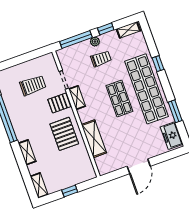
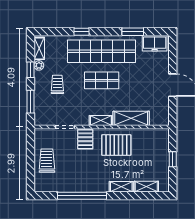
window: (76, 40) -> (30, 102), width x0.69
plant: (95, 42) -> (39, 65), moved
trolley: (33, 85) -> (47, 161), moved
shelving: (77, 98) -> (101, 120), moved
shelving: (39, 185) -> (146, 187), moved

